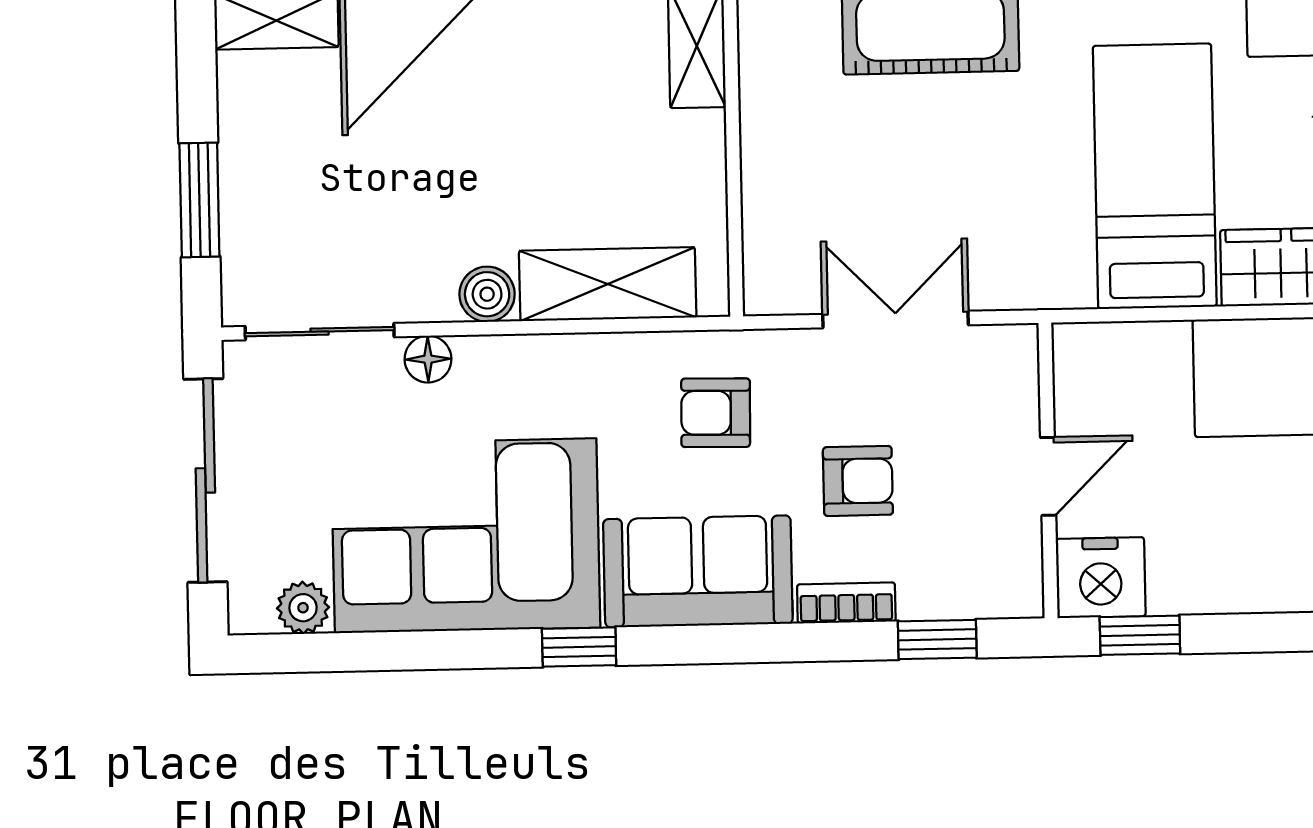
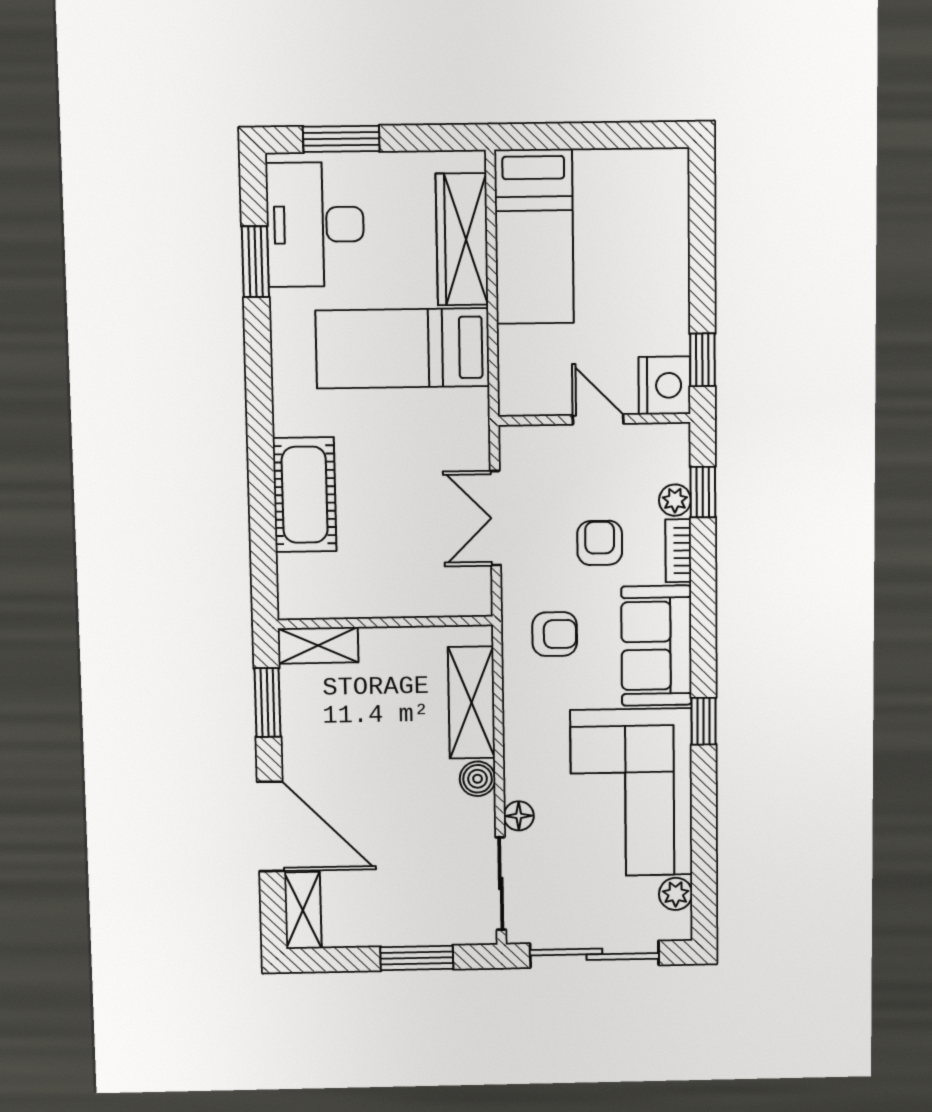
armchair: (716, 413) -> (555, 634), turned -91
plant: (925, 596) -> (675, 500), added

